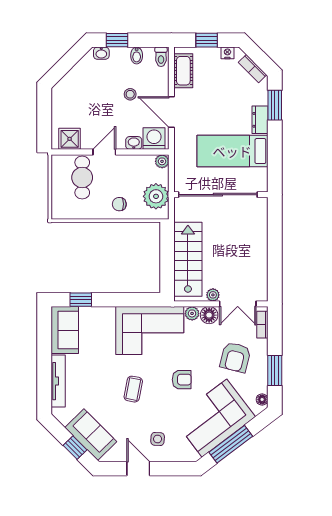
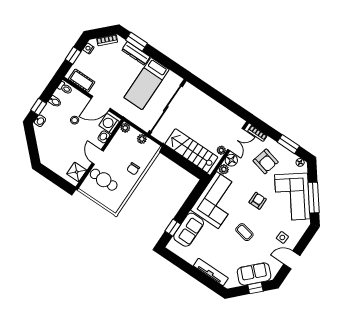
dresser: (260, 120) -> (136, 53), width x1.44
plant: (156, 196) -> (142, 139), width x0.53, depth x0.53
sofa: (65, 330) -> (189, 230), moved, turned 90

